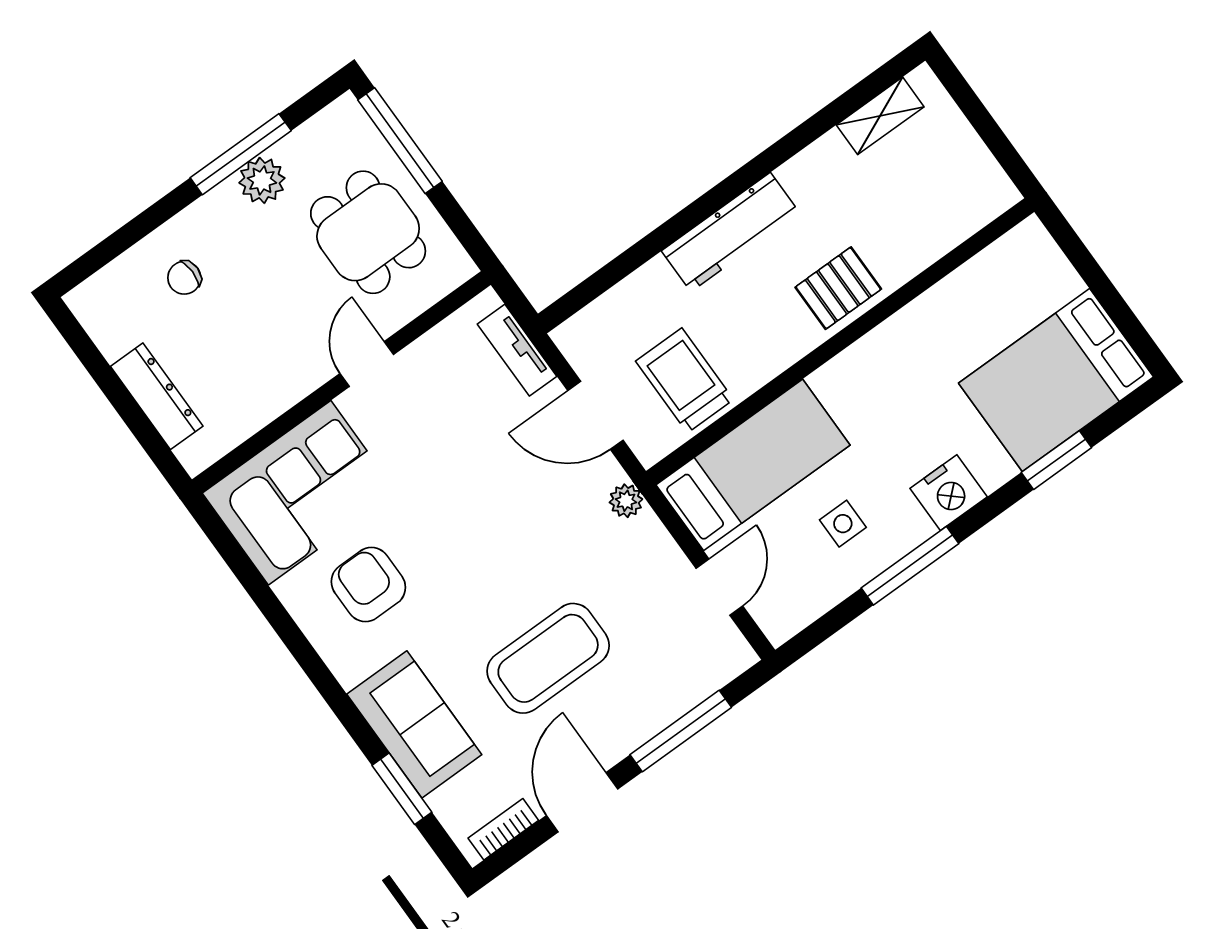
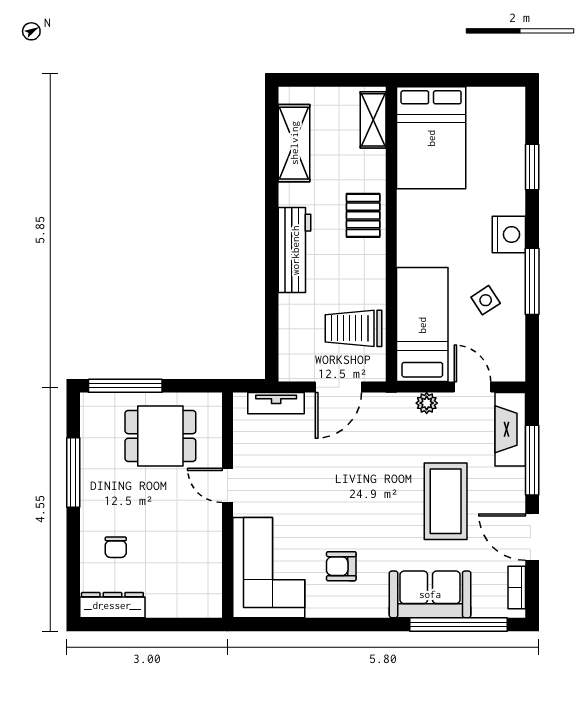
shelving: (880, 116) -> (294, 143), width x1.50, depth x1.33
plant: (262, 180) -> (95, 471), removed
shelving: (970, 213) -> (373, 120), added
bed: (1056, 380) -> (431, 138), moved
dresser: (157, 396) -> (112, 605), moved
plant: (626, 501) -> (427, 403), moved
side table: (843, 524) -> (486, 300), turned -33
armchair: (368, 585) -> (341, 566), width x0.72, depth x0.72
fireplace: (700, 674) -> (510, 429), added
window: (402, 789) -> (458, 625), width x2.11

